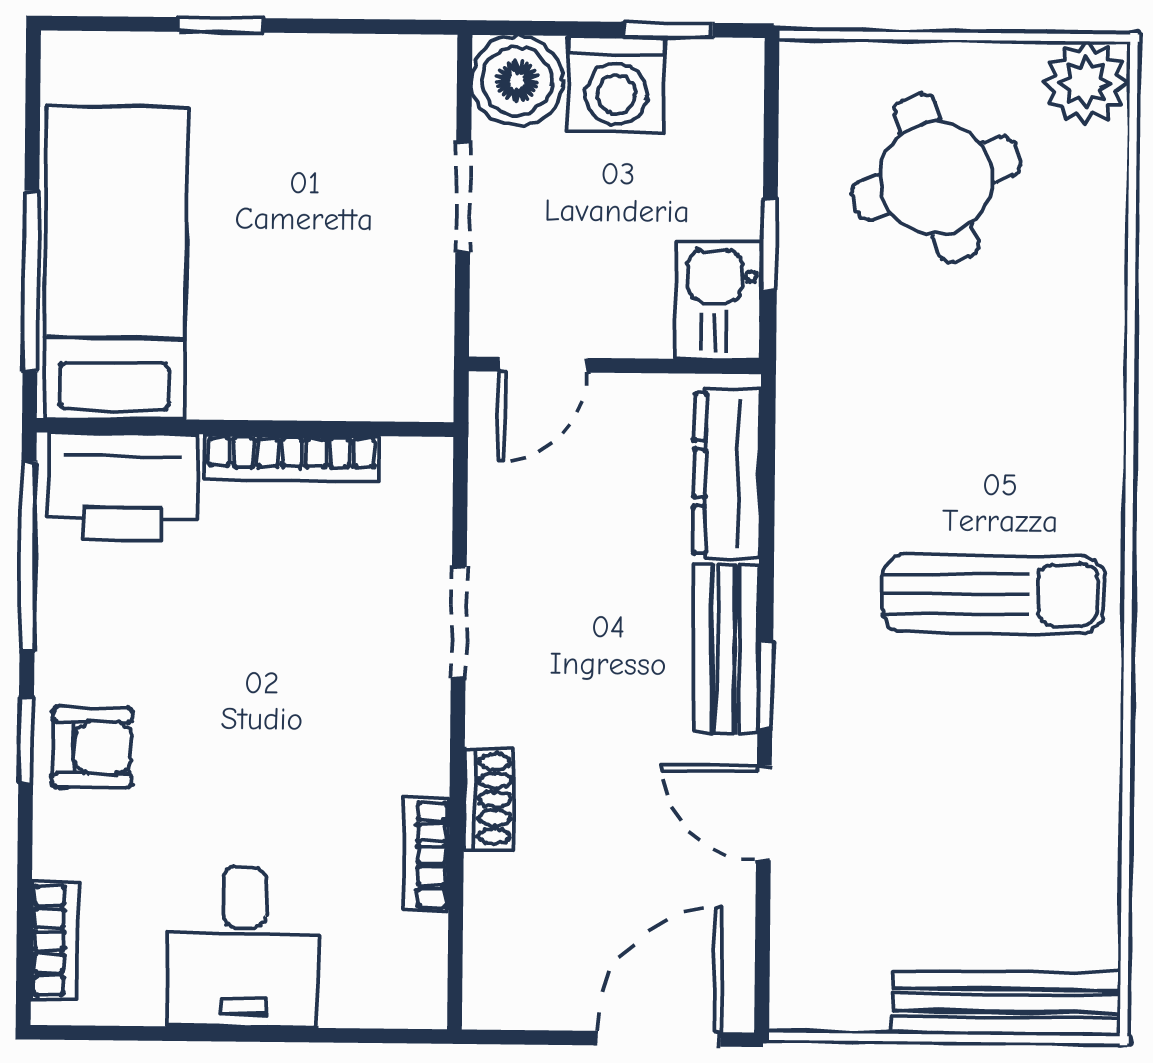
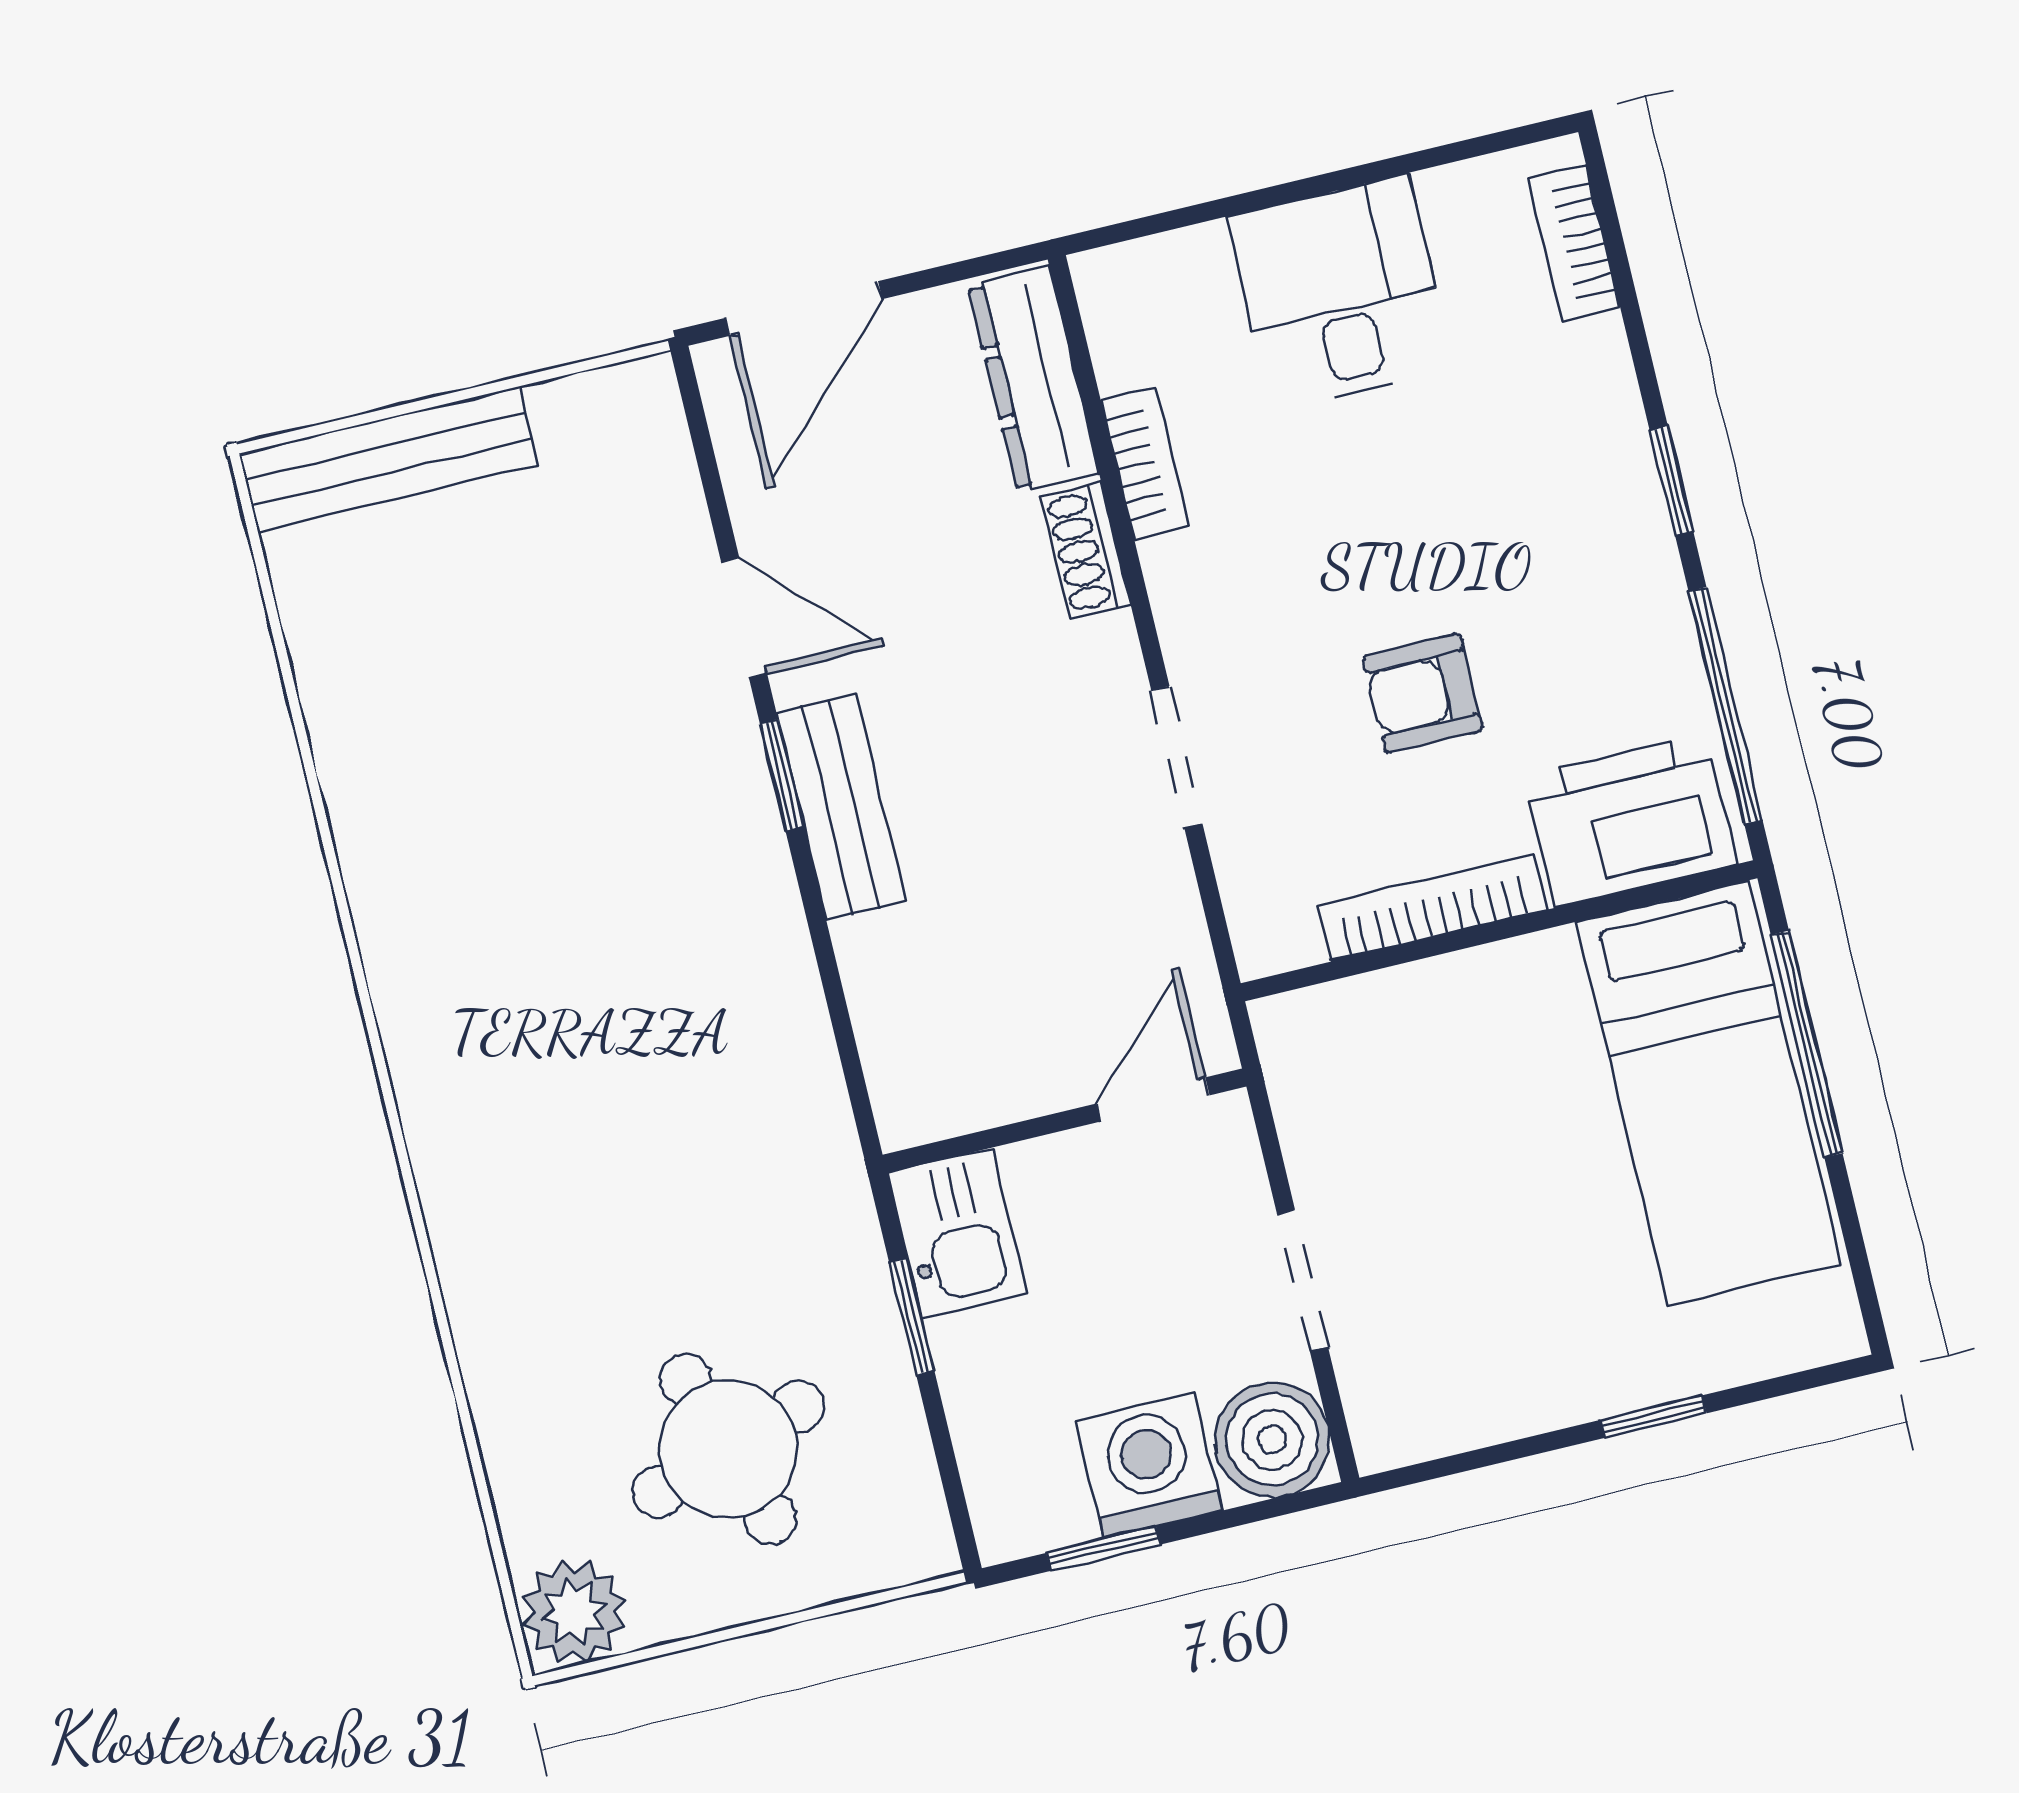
dresser: (727, 474) -> (1034, 379), moved, turned 180
sun lounger: (993, 594) -> (531, 956), removed
armchair: (92, 748) -> (1423, 693), moved

